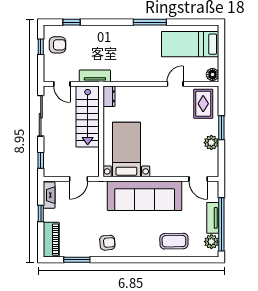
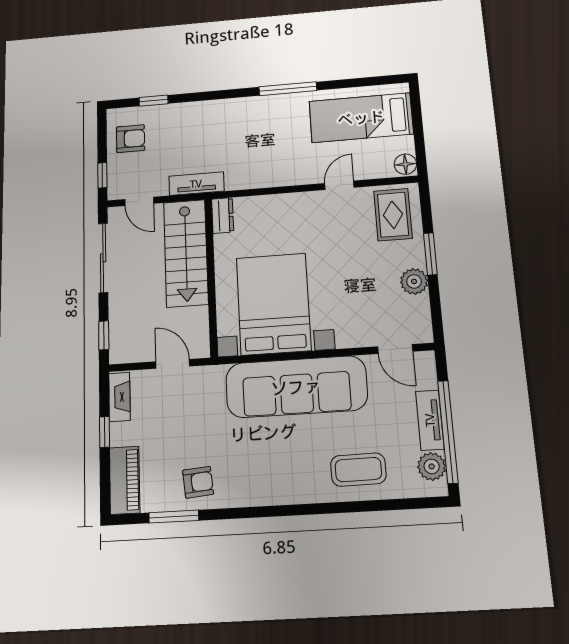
window: (41, 47) -> (102, 175), moved
bed with nightstands: (126, 149) -> (273, 304), width x1.36
door: (79, 179) -> (173, 364), swing flipped
armchair: (107, 243) -> (198, 482), moved

